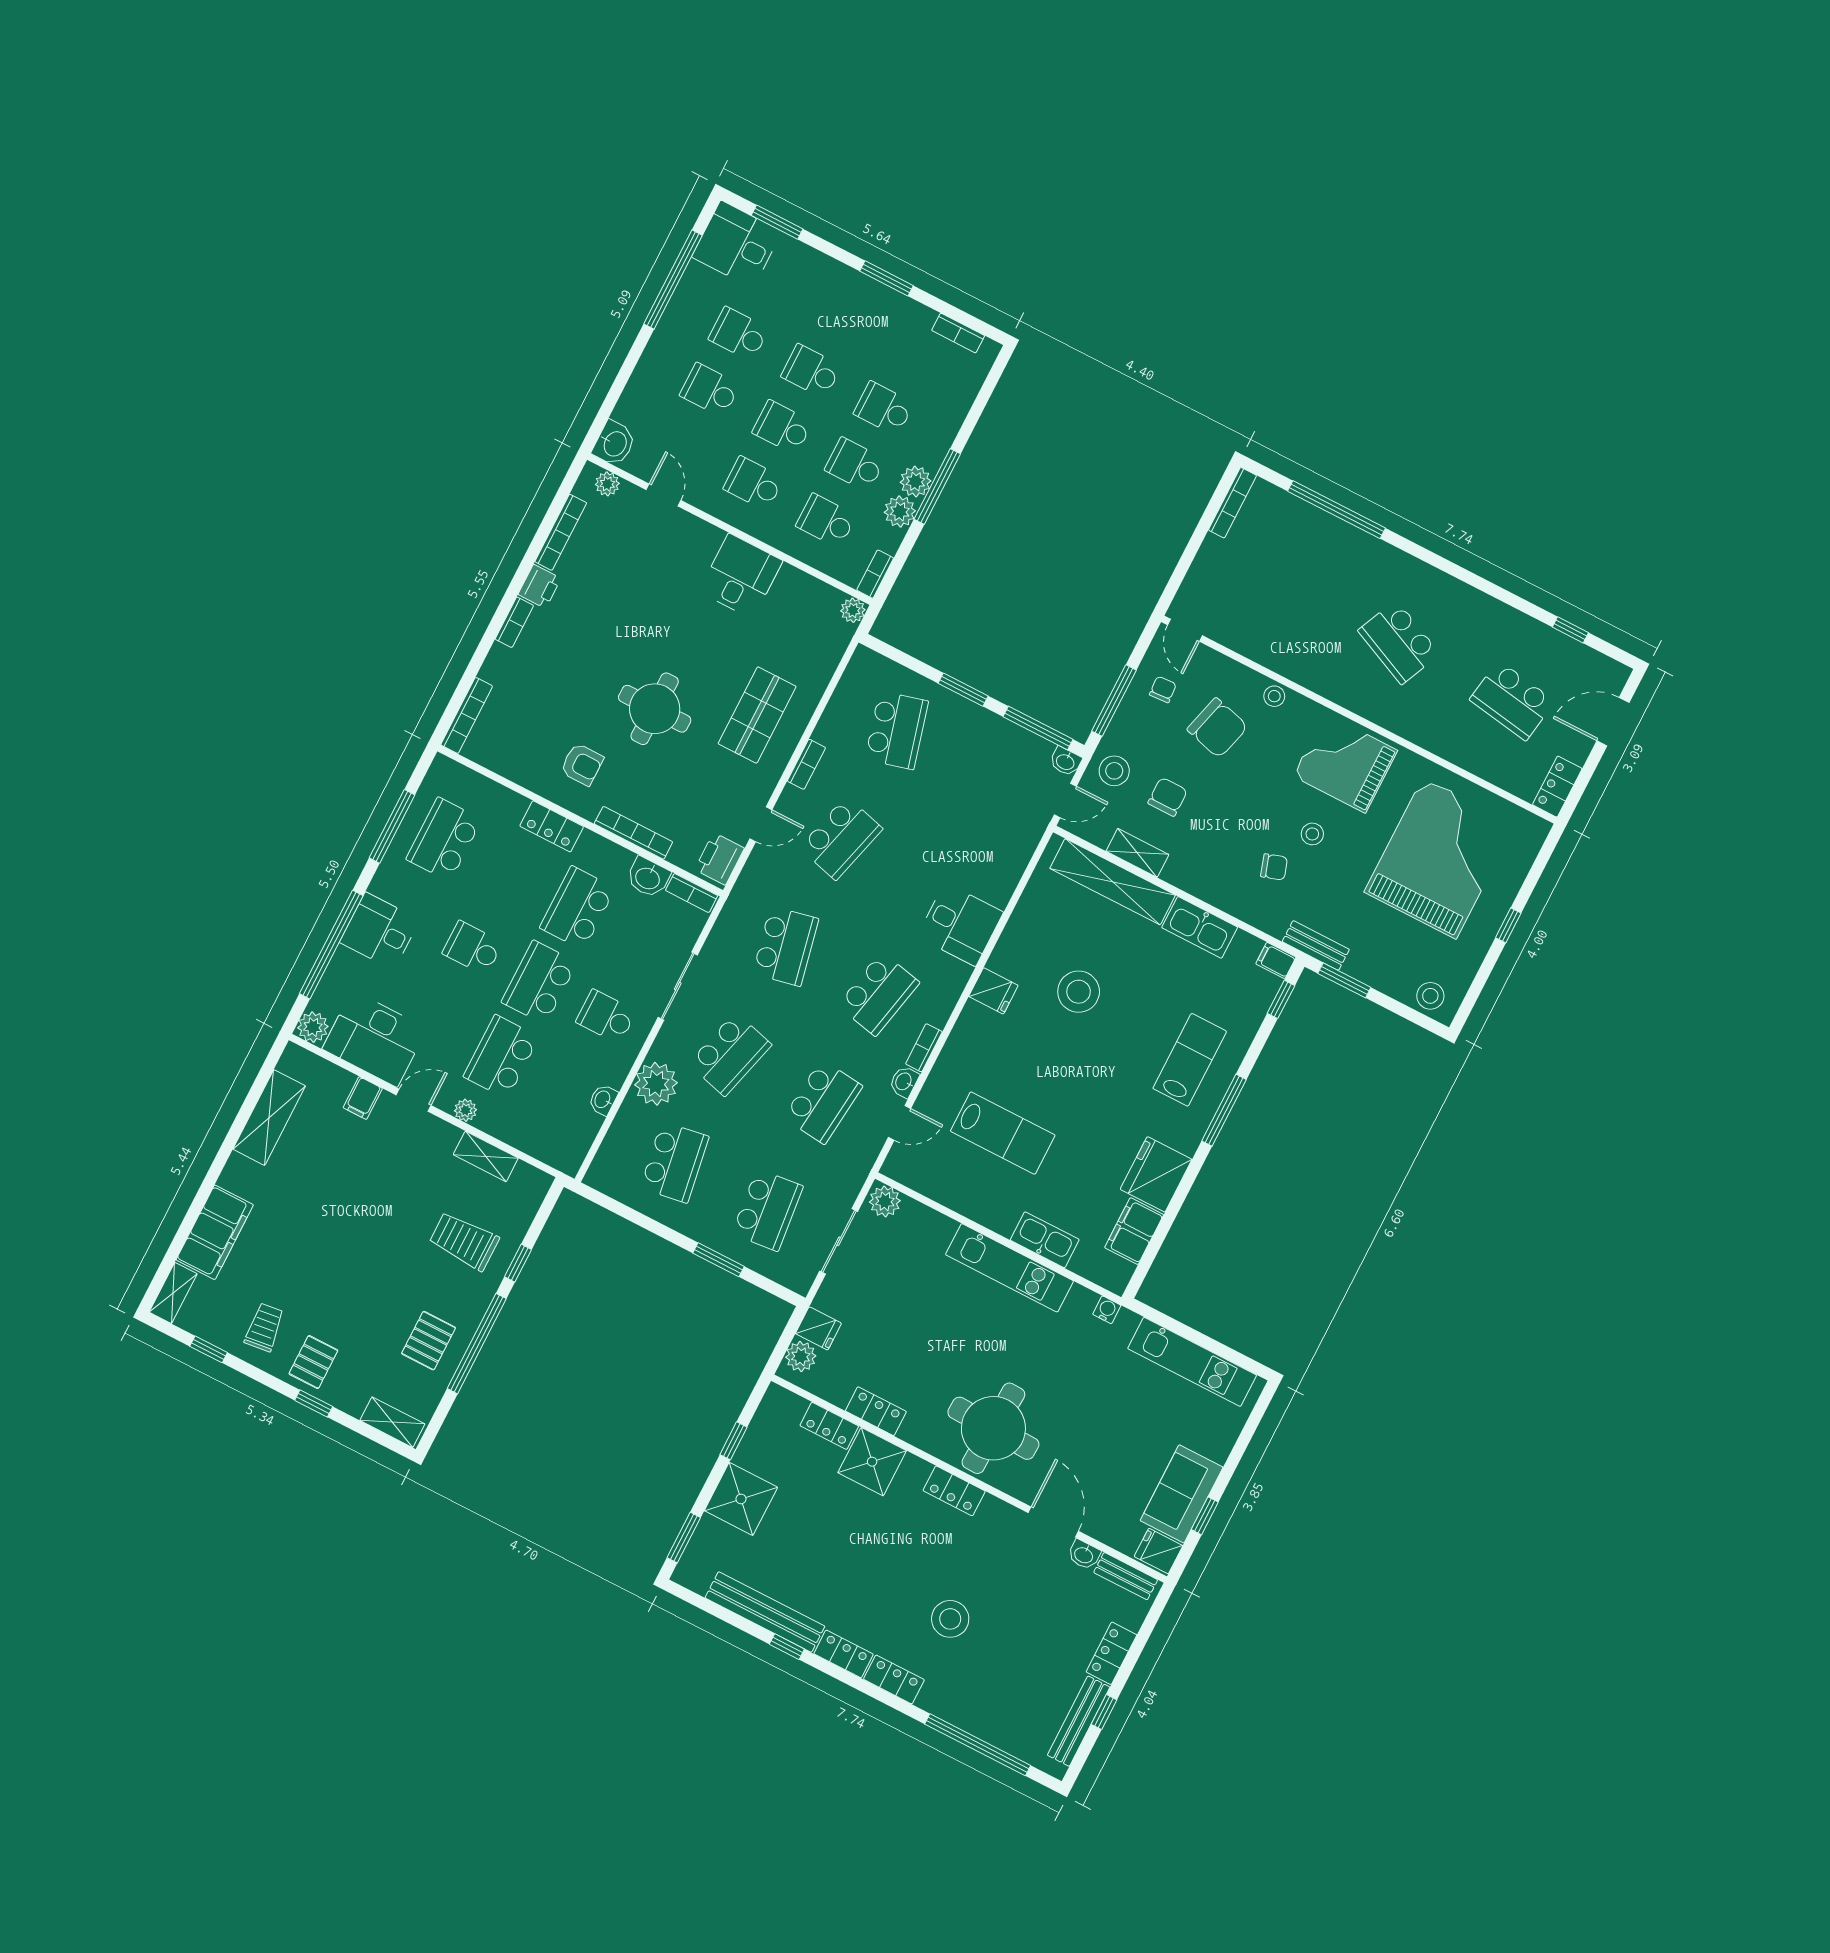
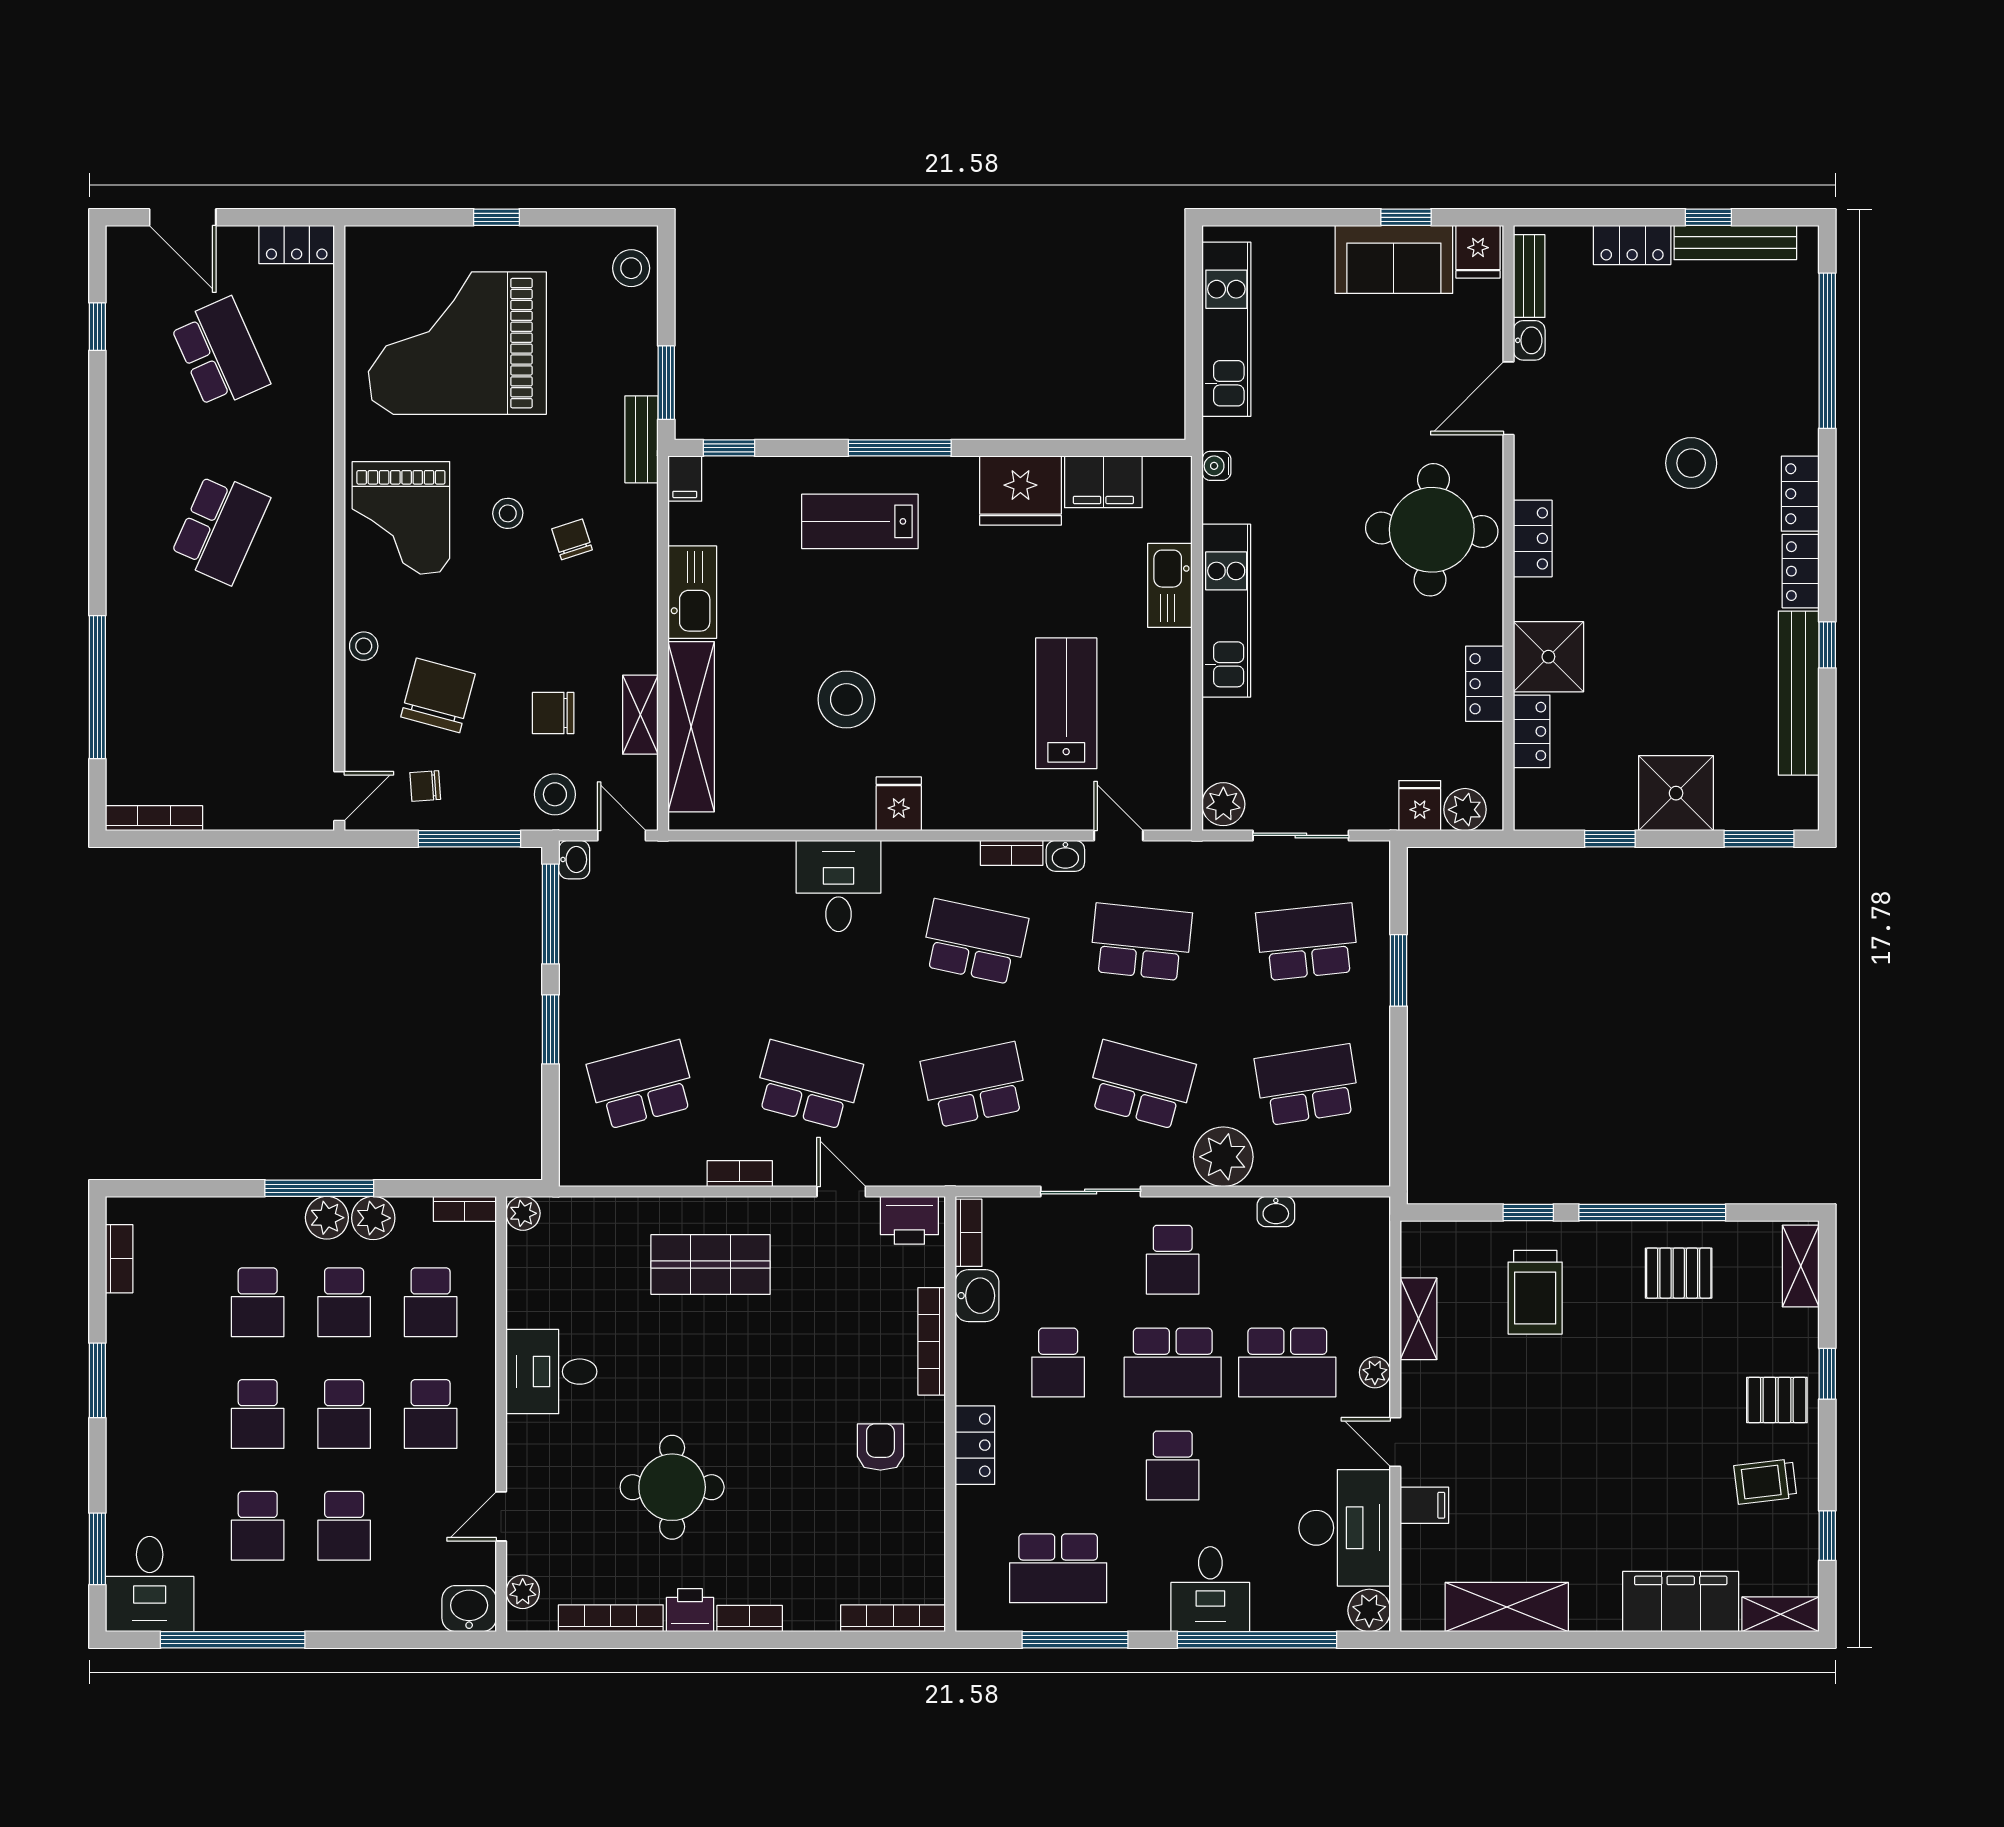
school desk: (1512, 701) -> (220, 353), turned -33
round table: (655, 709) -> (672, 1487), moved
school desk: (578, 908) -> (1058, 1363), width x0.54

